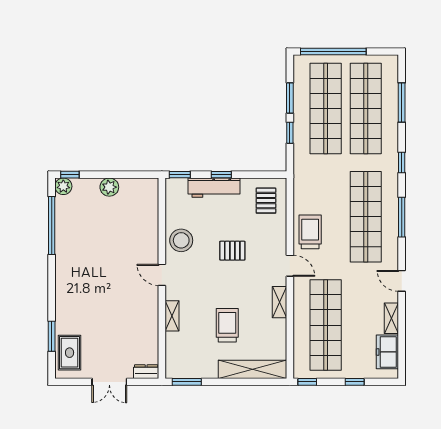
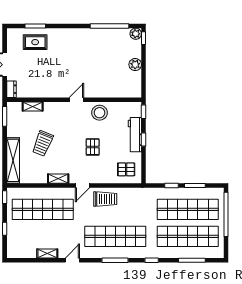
shelving: (172, 316) -> (33, 107), moved
trolley: (227, 325) -> (43, 144), turned 112
freezer: (387, 352) -> (25, 251), removed
rug: (70, 353) -> (35, 42), moved

